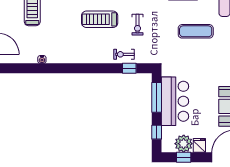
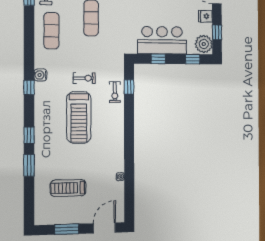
treadmill: (100, 19) -> (79, 117), width x1.37, depth x1.38
window: (157, 97) -> (158, 59), width x0.46
plant: (184, 144) -> (204, 44), moved

